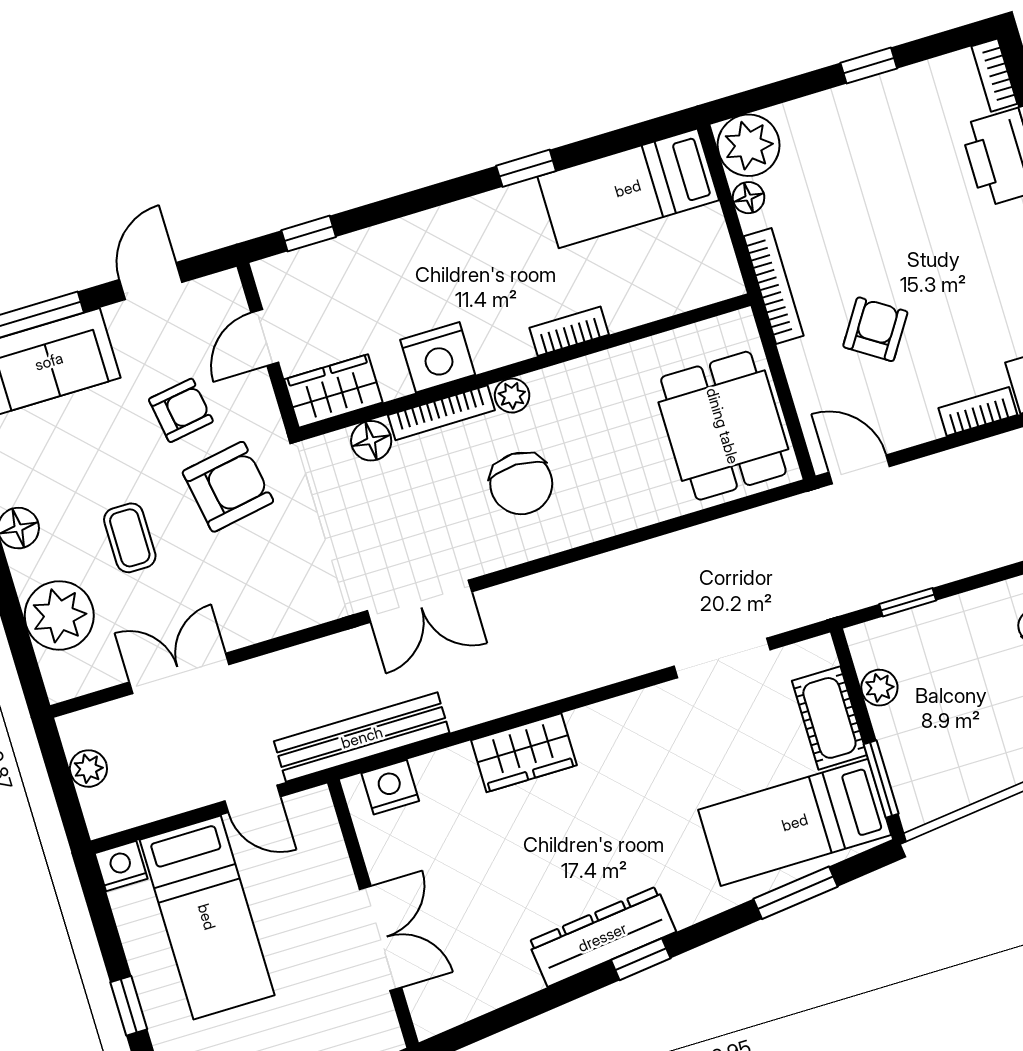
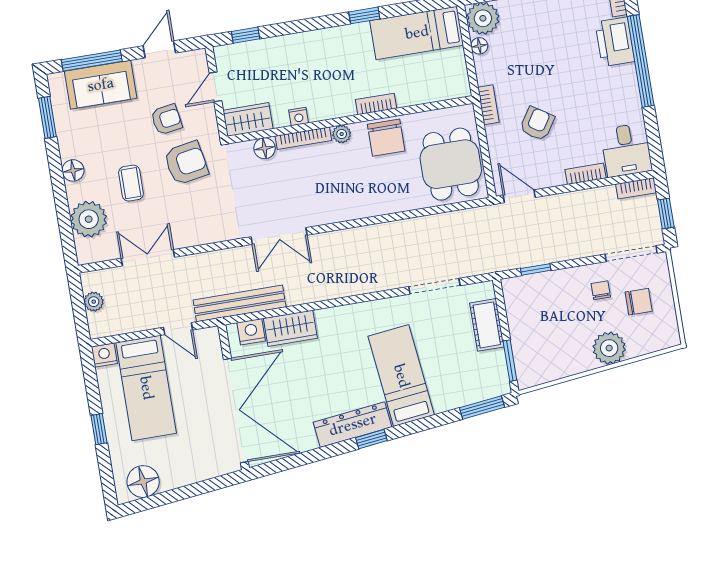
bookcase: (774, 286) -> (488, 105), width x0.64
nightstand: (438, 357) -> (299, 116), width x0.53, depth x0.56
chair: (521, 483) -> (386, 138), moved
plant: (879, 688) -> (515, 312), removed
wardrobe: (524, 753) -> (290, 328), moved
bed: (795, 822) -> (401, 376), moved, turned 83
window: (796, 893) -> (482, 408), moved
double door: (380, 938) -> (236, 411), width x1.87

